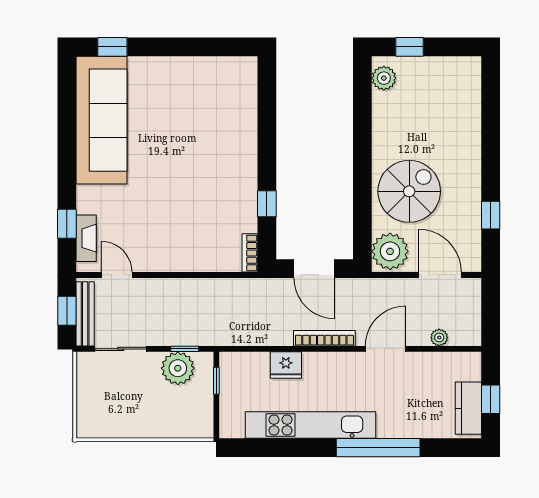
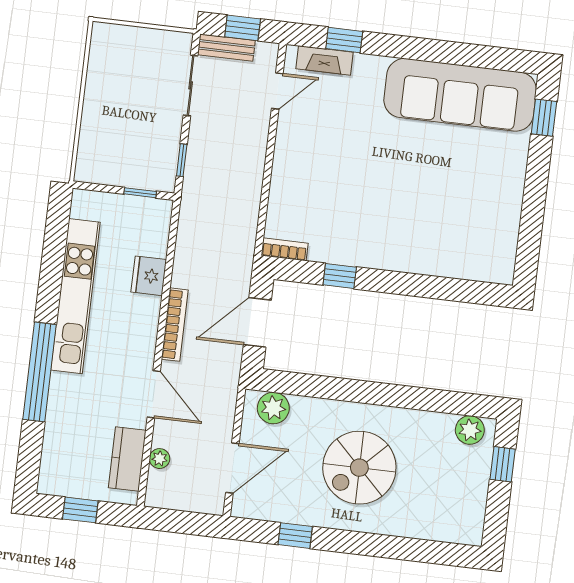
spiral stairs: (409, 191) -> (359, 468), moved, turned 90
plant: (390, 251) -> (273, 408), width x0.73, depth x0.73
bench: (85, 314) -> (226, 48), width x0.73
plant: (178, 368) -> (160, 149), removed
kitchen counter: (468, 408) -> (127, 459), moved, turned -90

